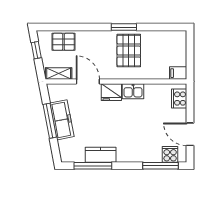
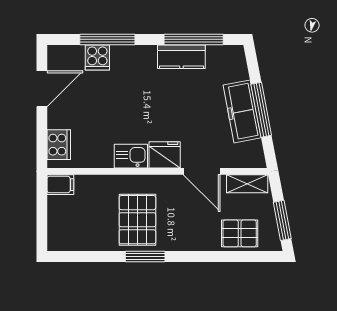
window: (36, 50) -> (282, 220), width x1.50
door: (190, 134) -> (42, 89), hinge flipped
cooker: (170, 154) -> (97, 57), moved
window: (160, 166) -> (107, 39), moved

